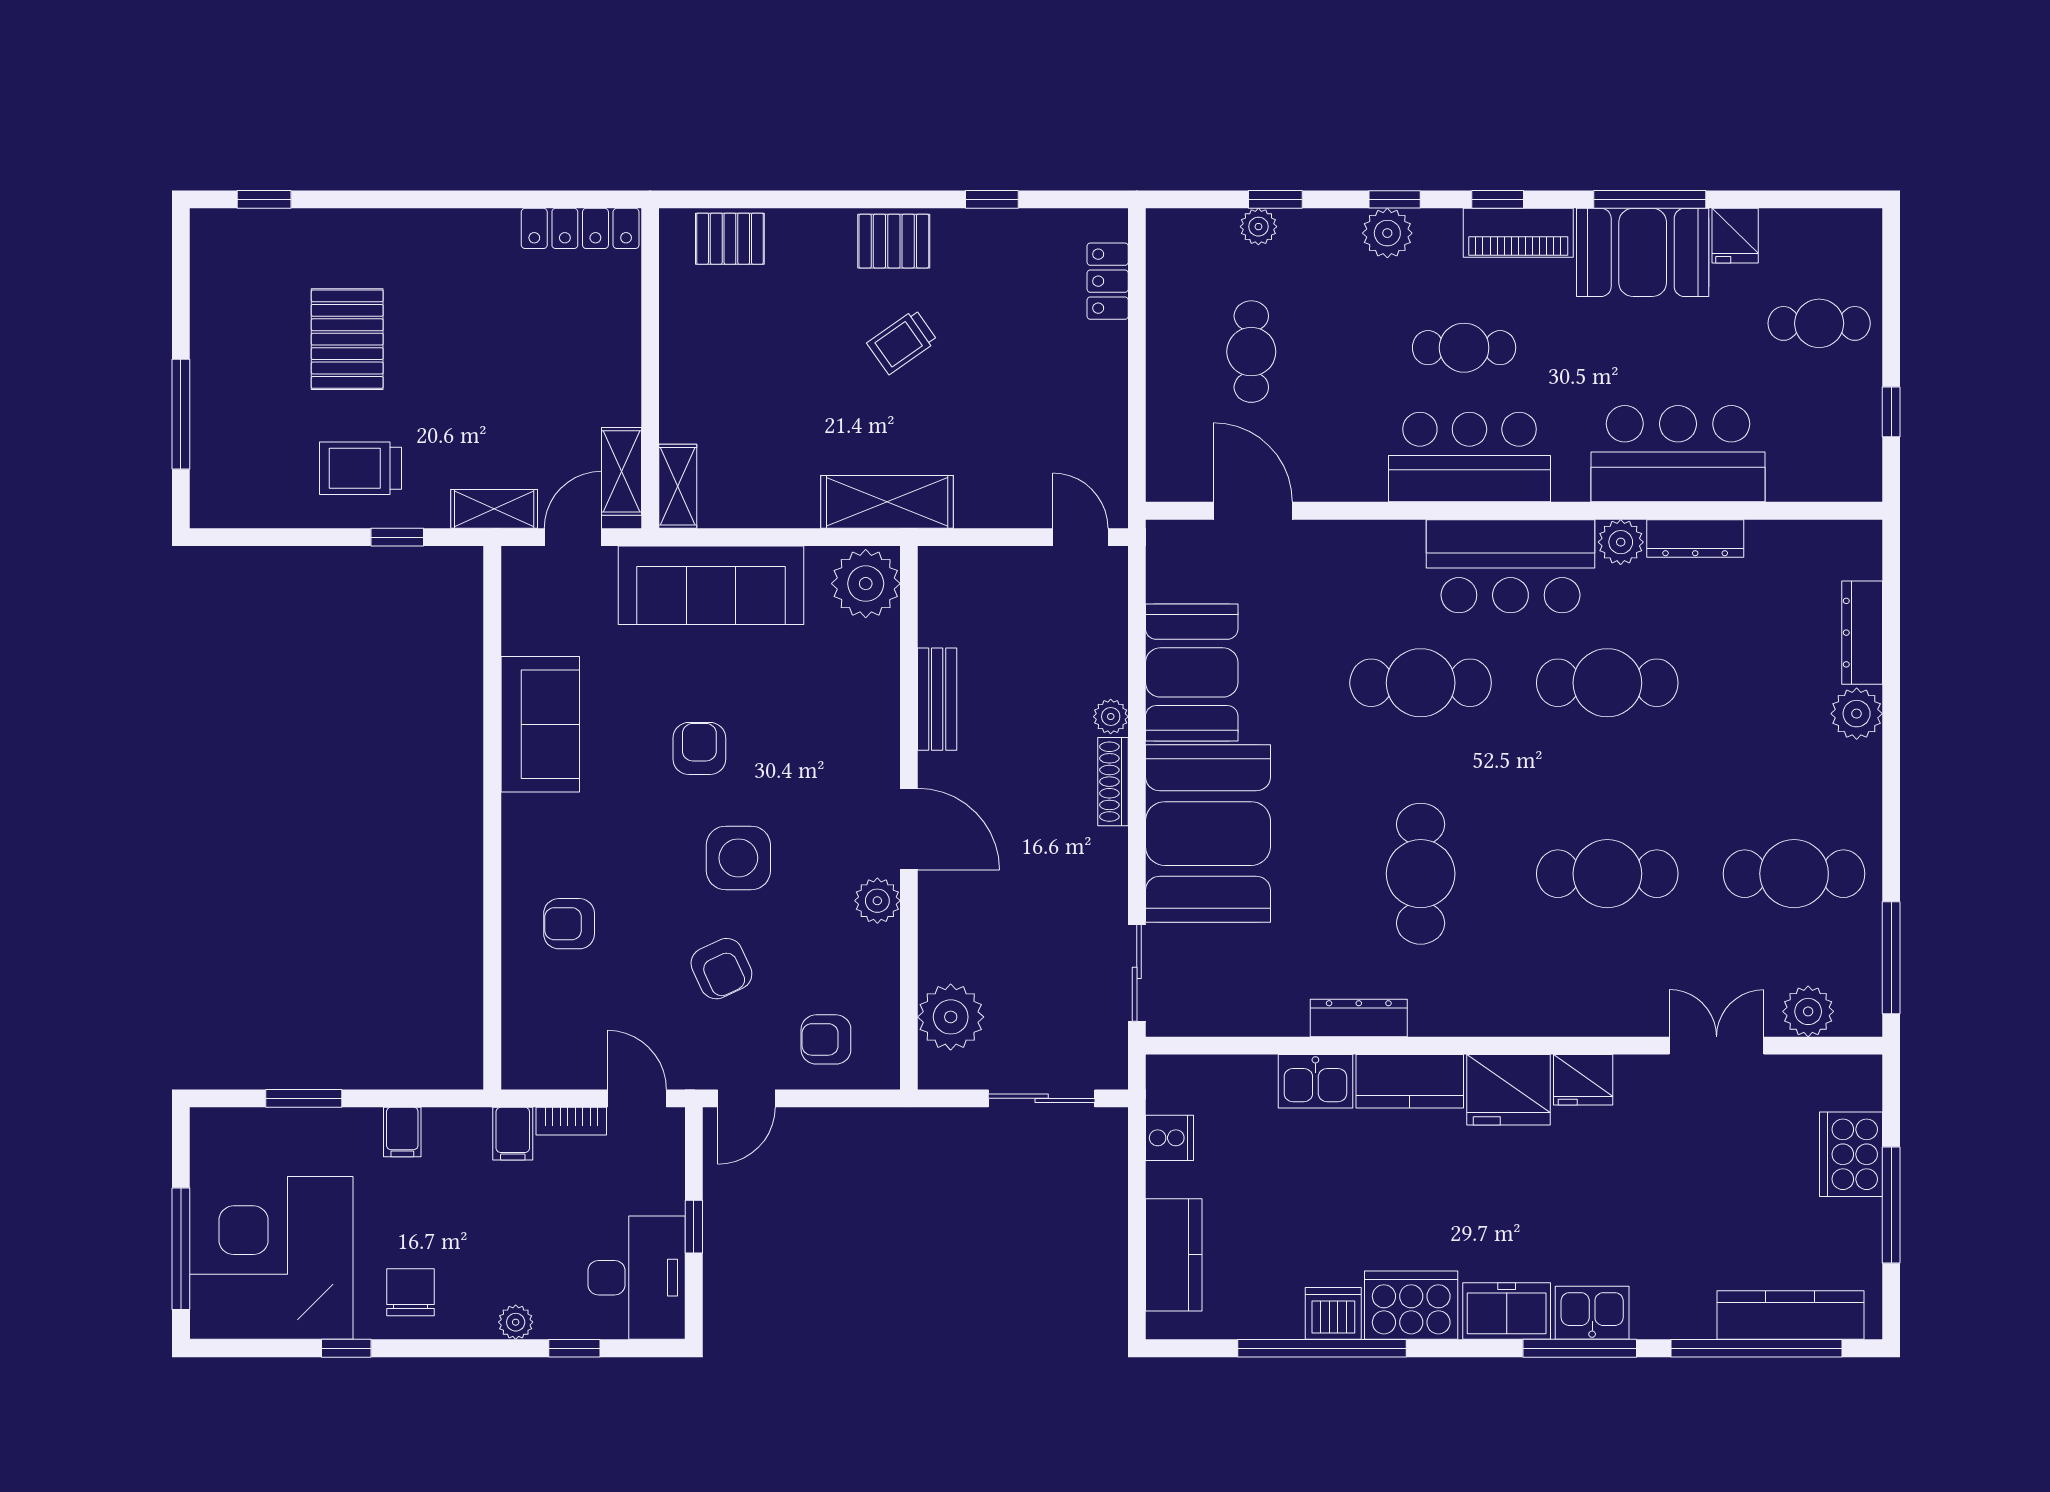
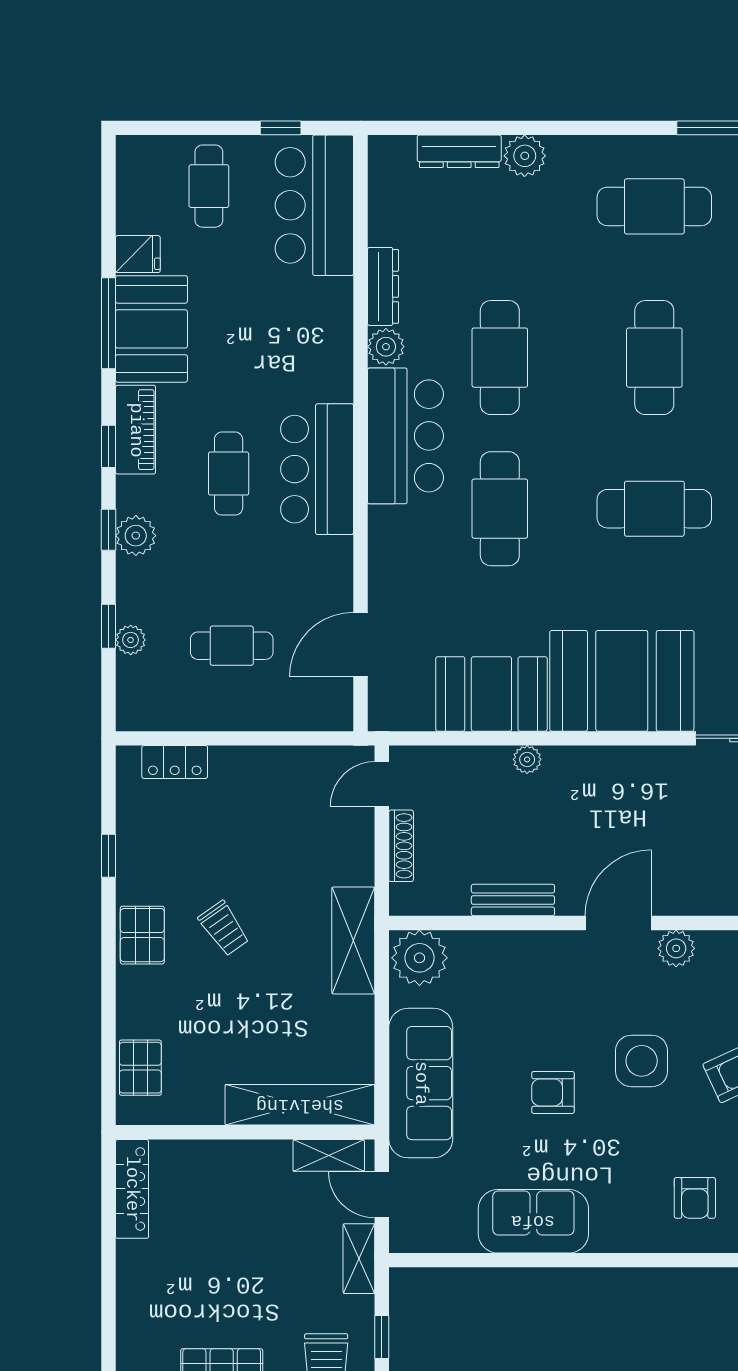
bar counter: (1678, 454) -> (314, 205), moved
shelving: (678, 486) -> (300, 1105), width x2.20, depth x1.33
shoe rack: (1113, 782) -> (401, 846), moved, turned -90
cafe table: (1794, 874) -> (654, 206), turned 90

